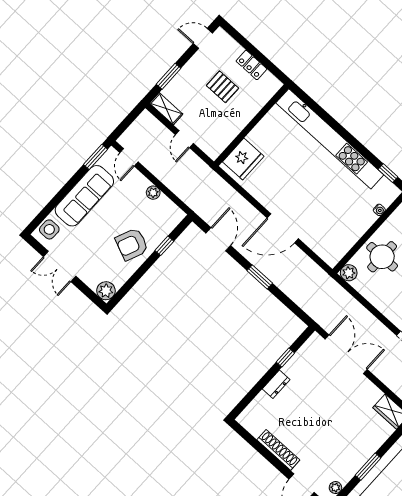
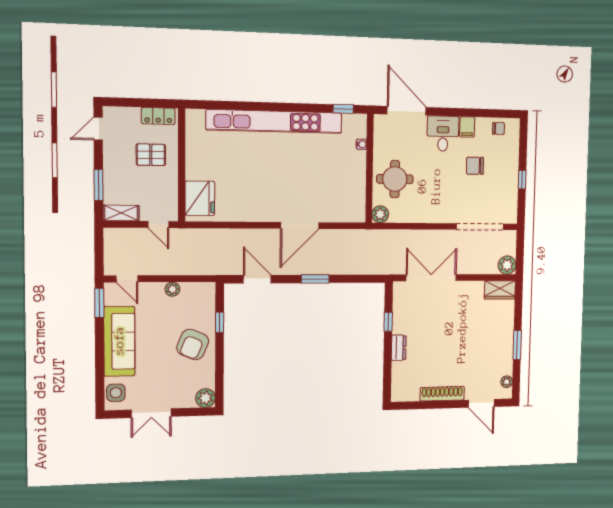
wall: (251, 125) -> (182, 165), moved
fridge: (243, 159) -> (200, 198), moved

